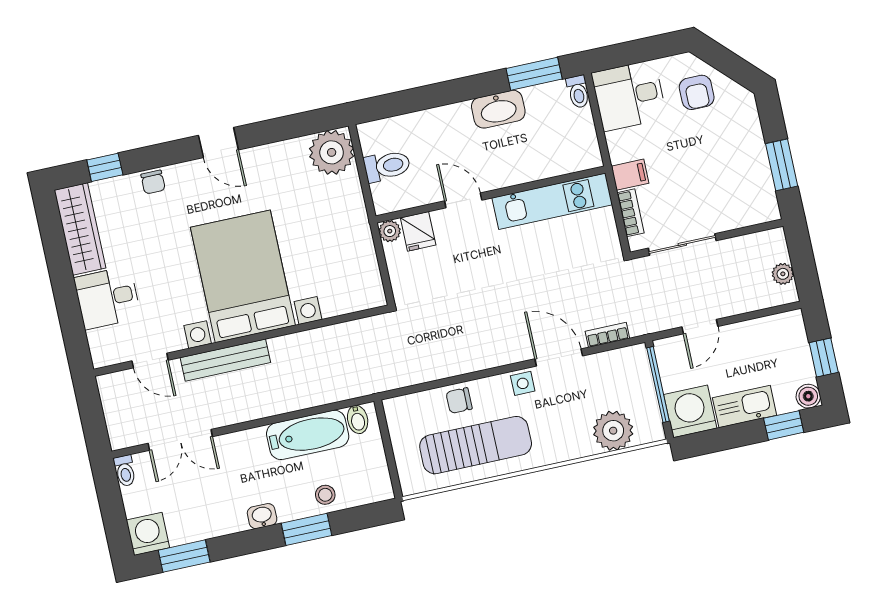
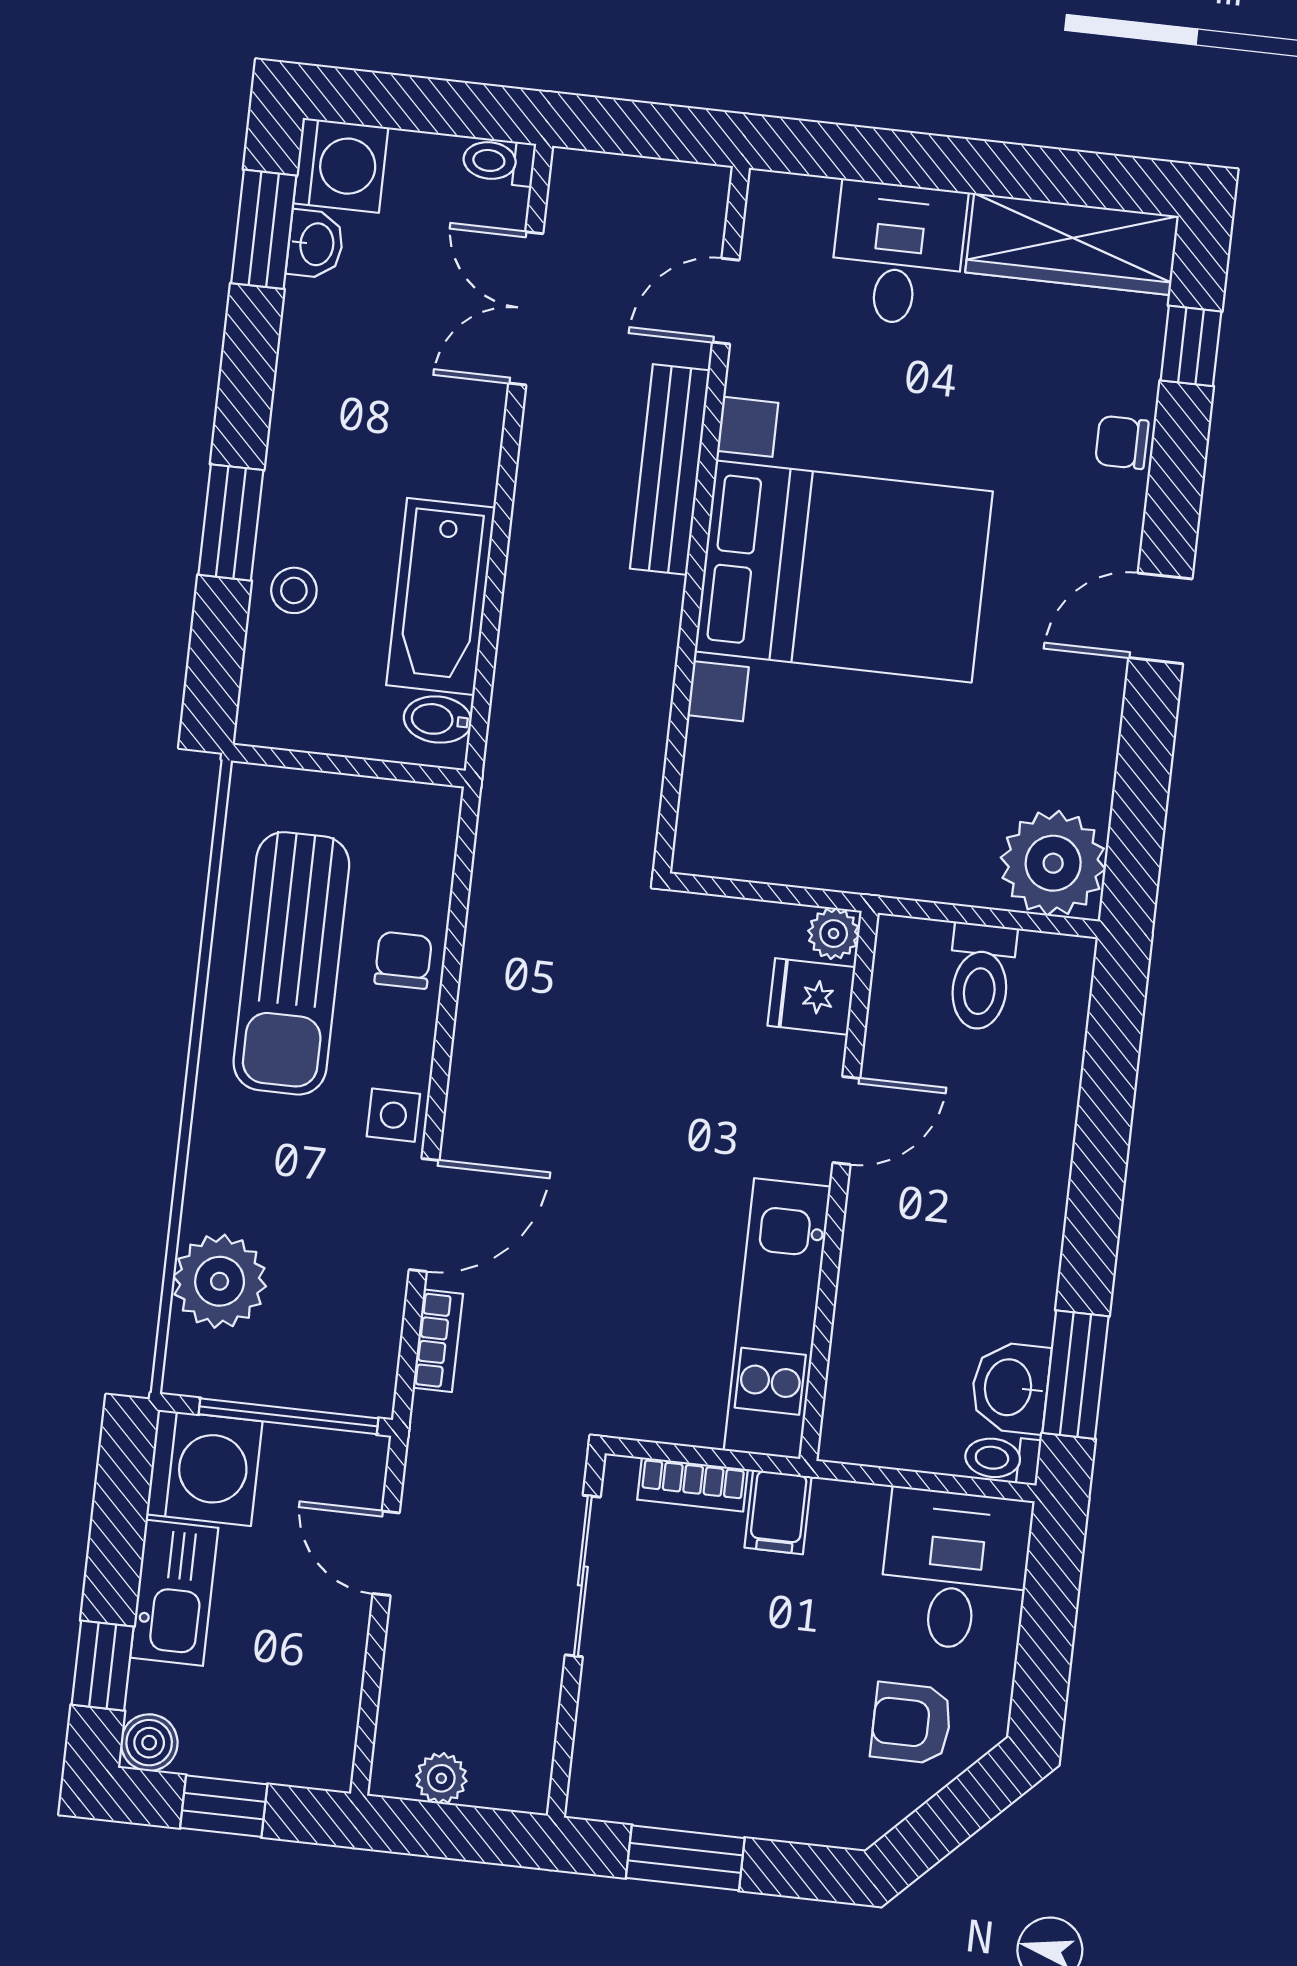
washbasin: (498, 109) -> (1010, 1387), moved, width x0.72
washbasin: (262, 516) -> (315, 244), moved

